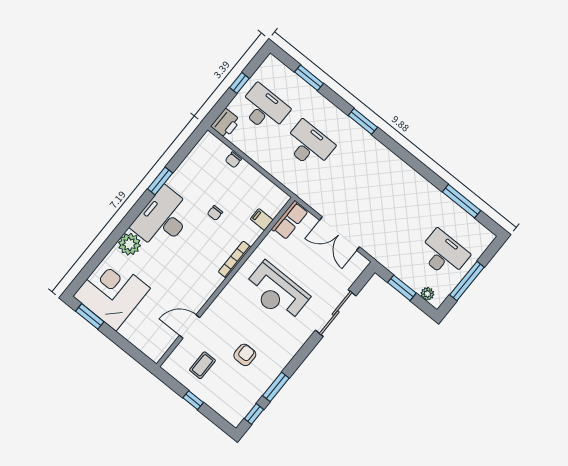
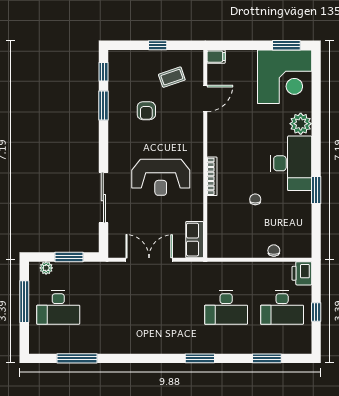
filing cabinet: (262, 220) -> (216, 57), moved
reception desk: (277, 292) -> (161, 177), turned 180
coffee table: (202, 365) -> (172, 77), turned 71

